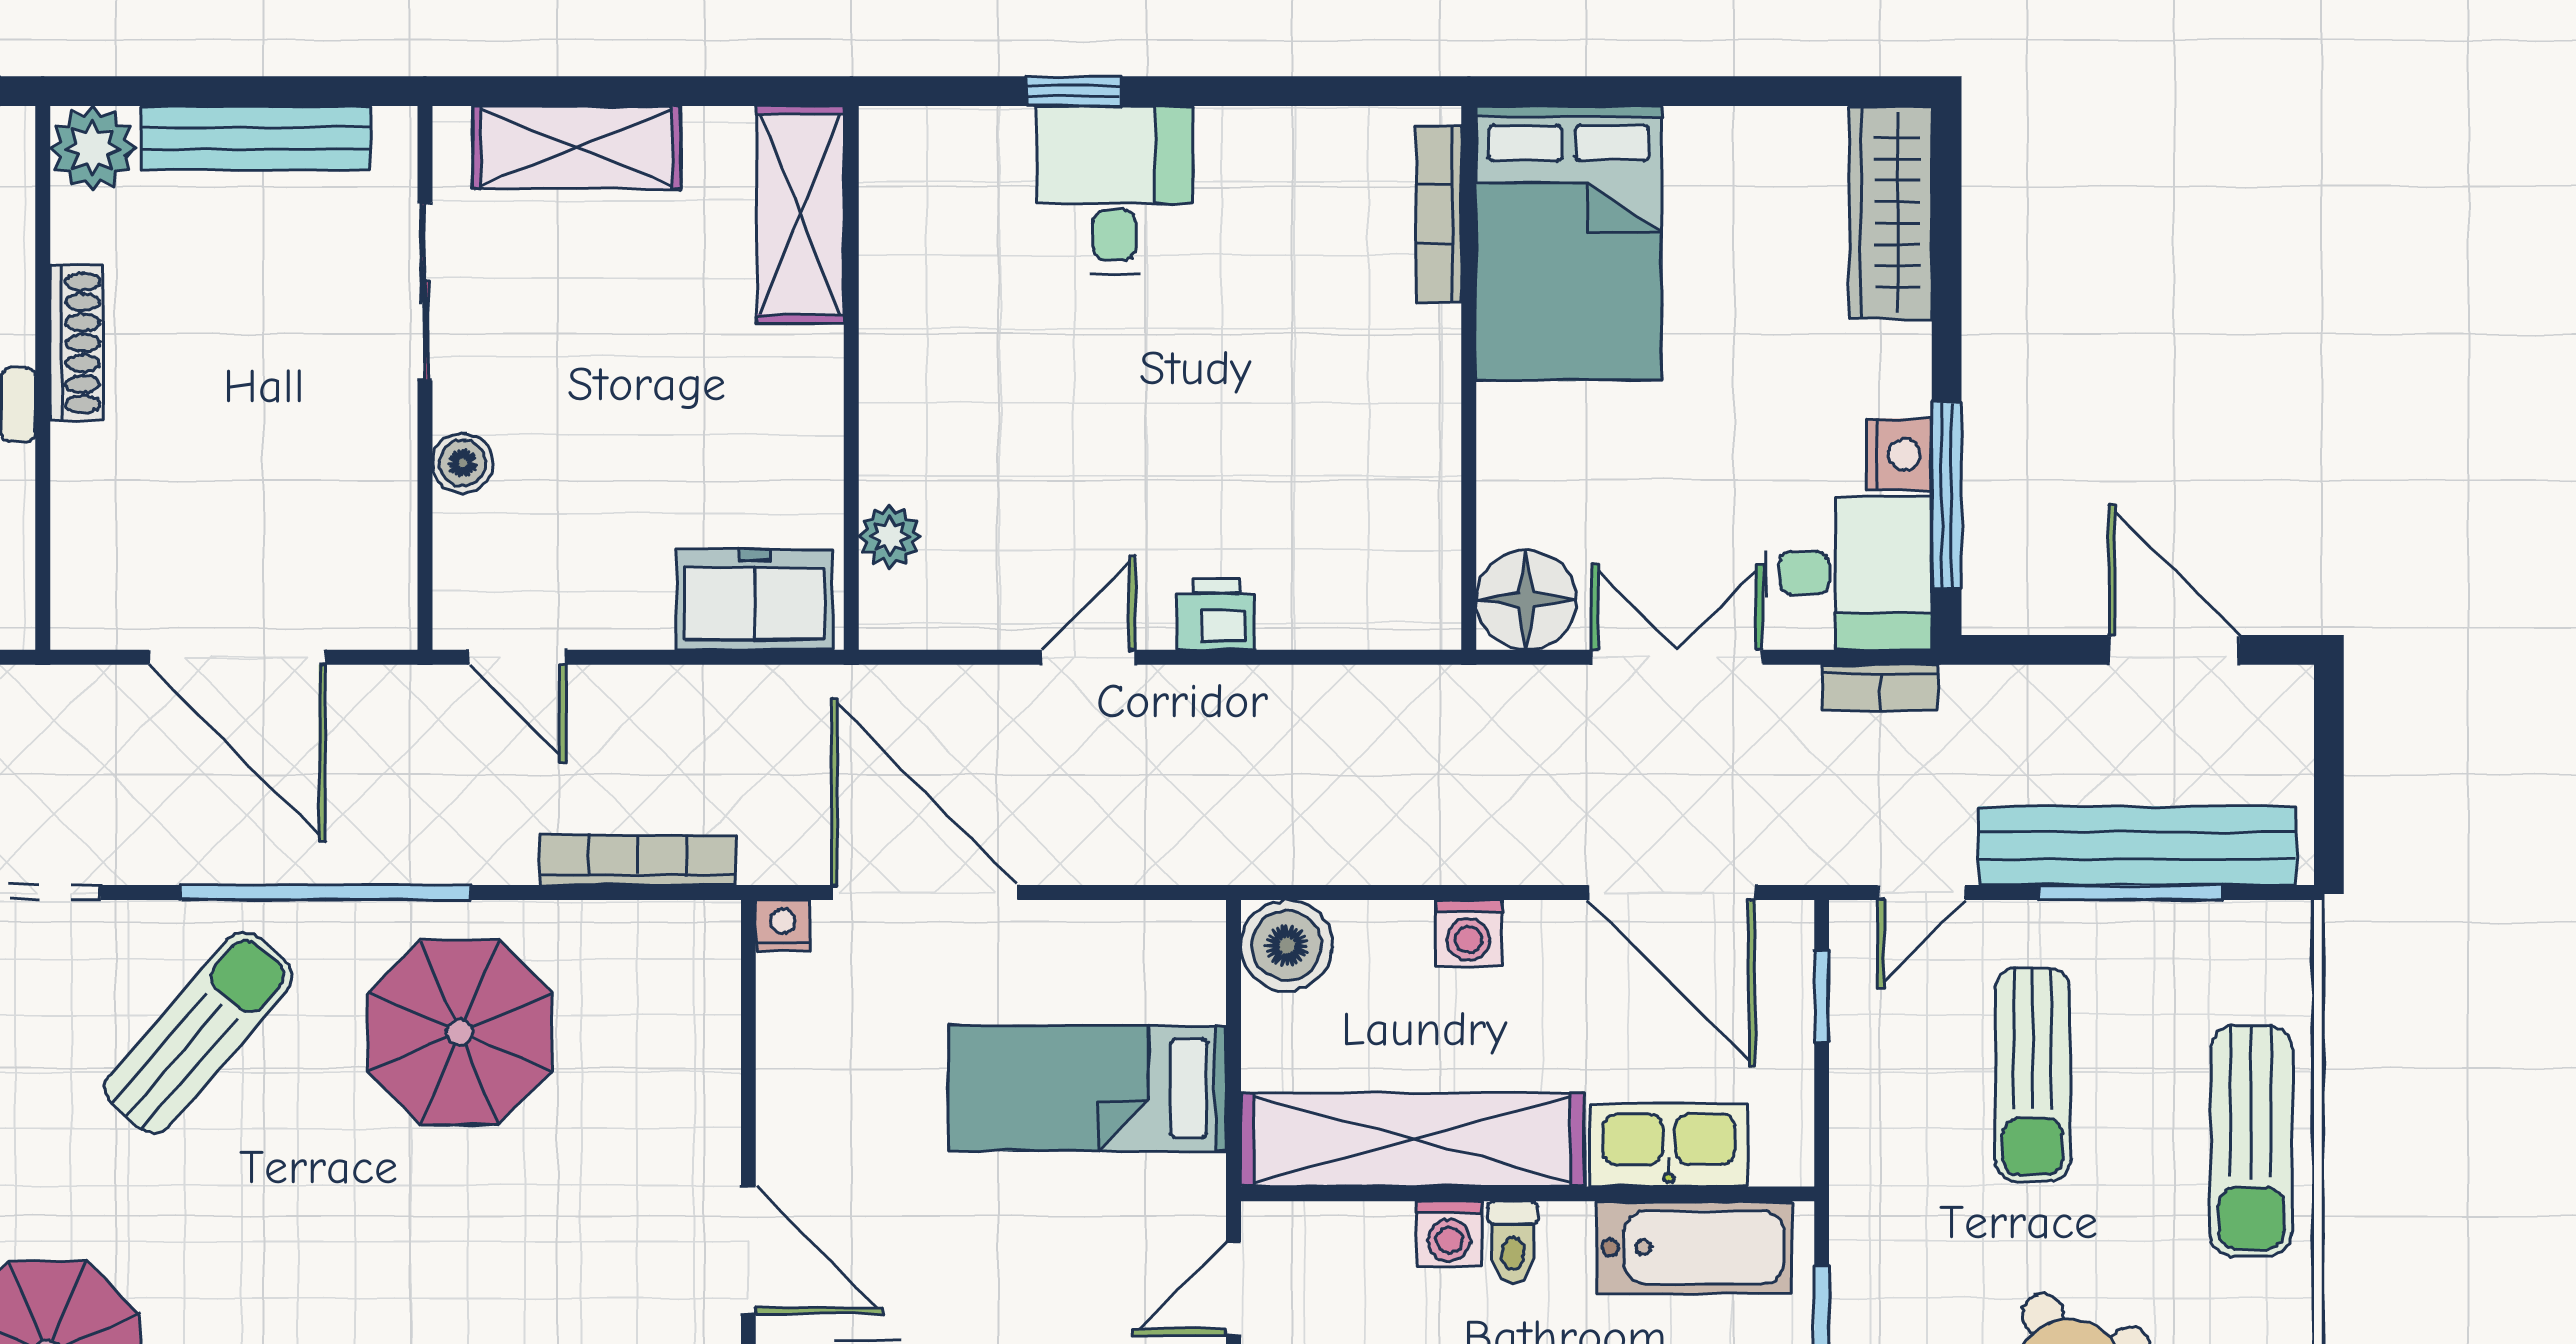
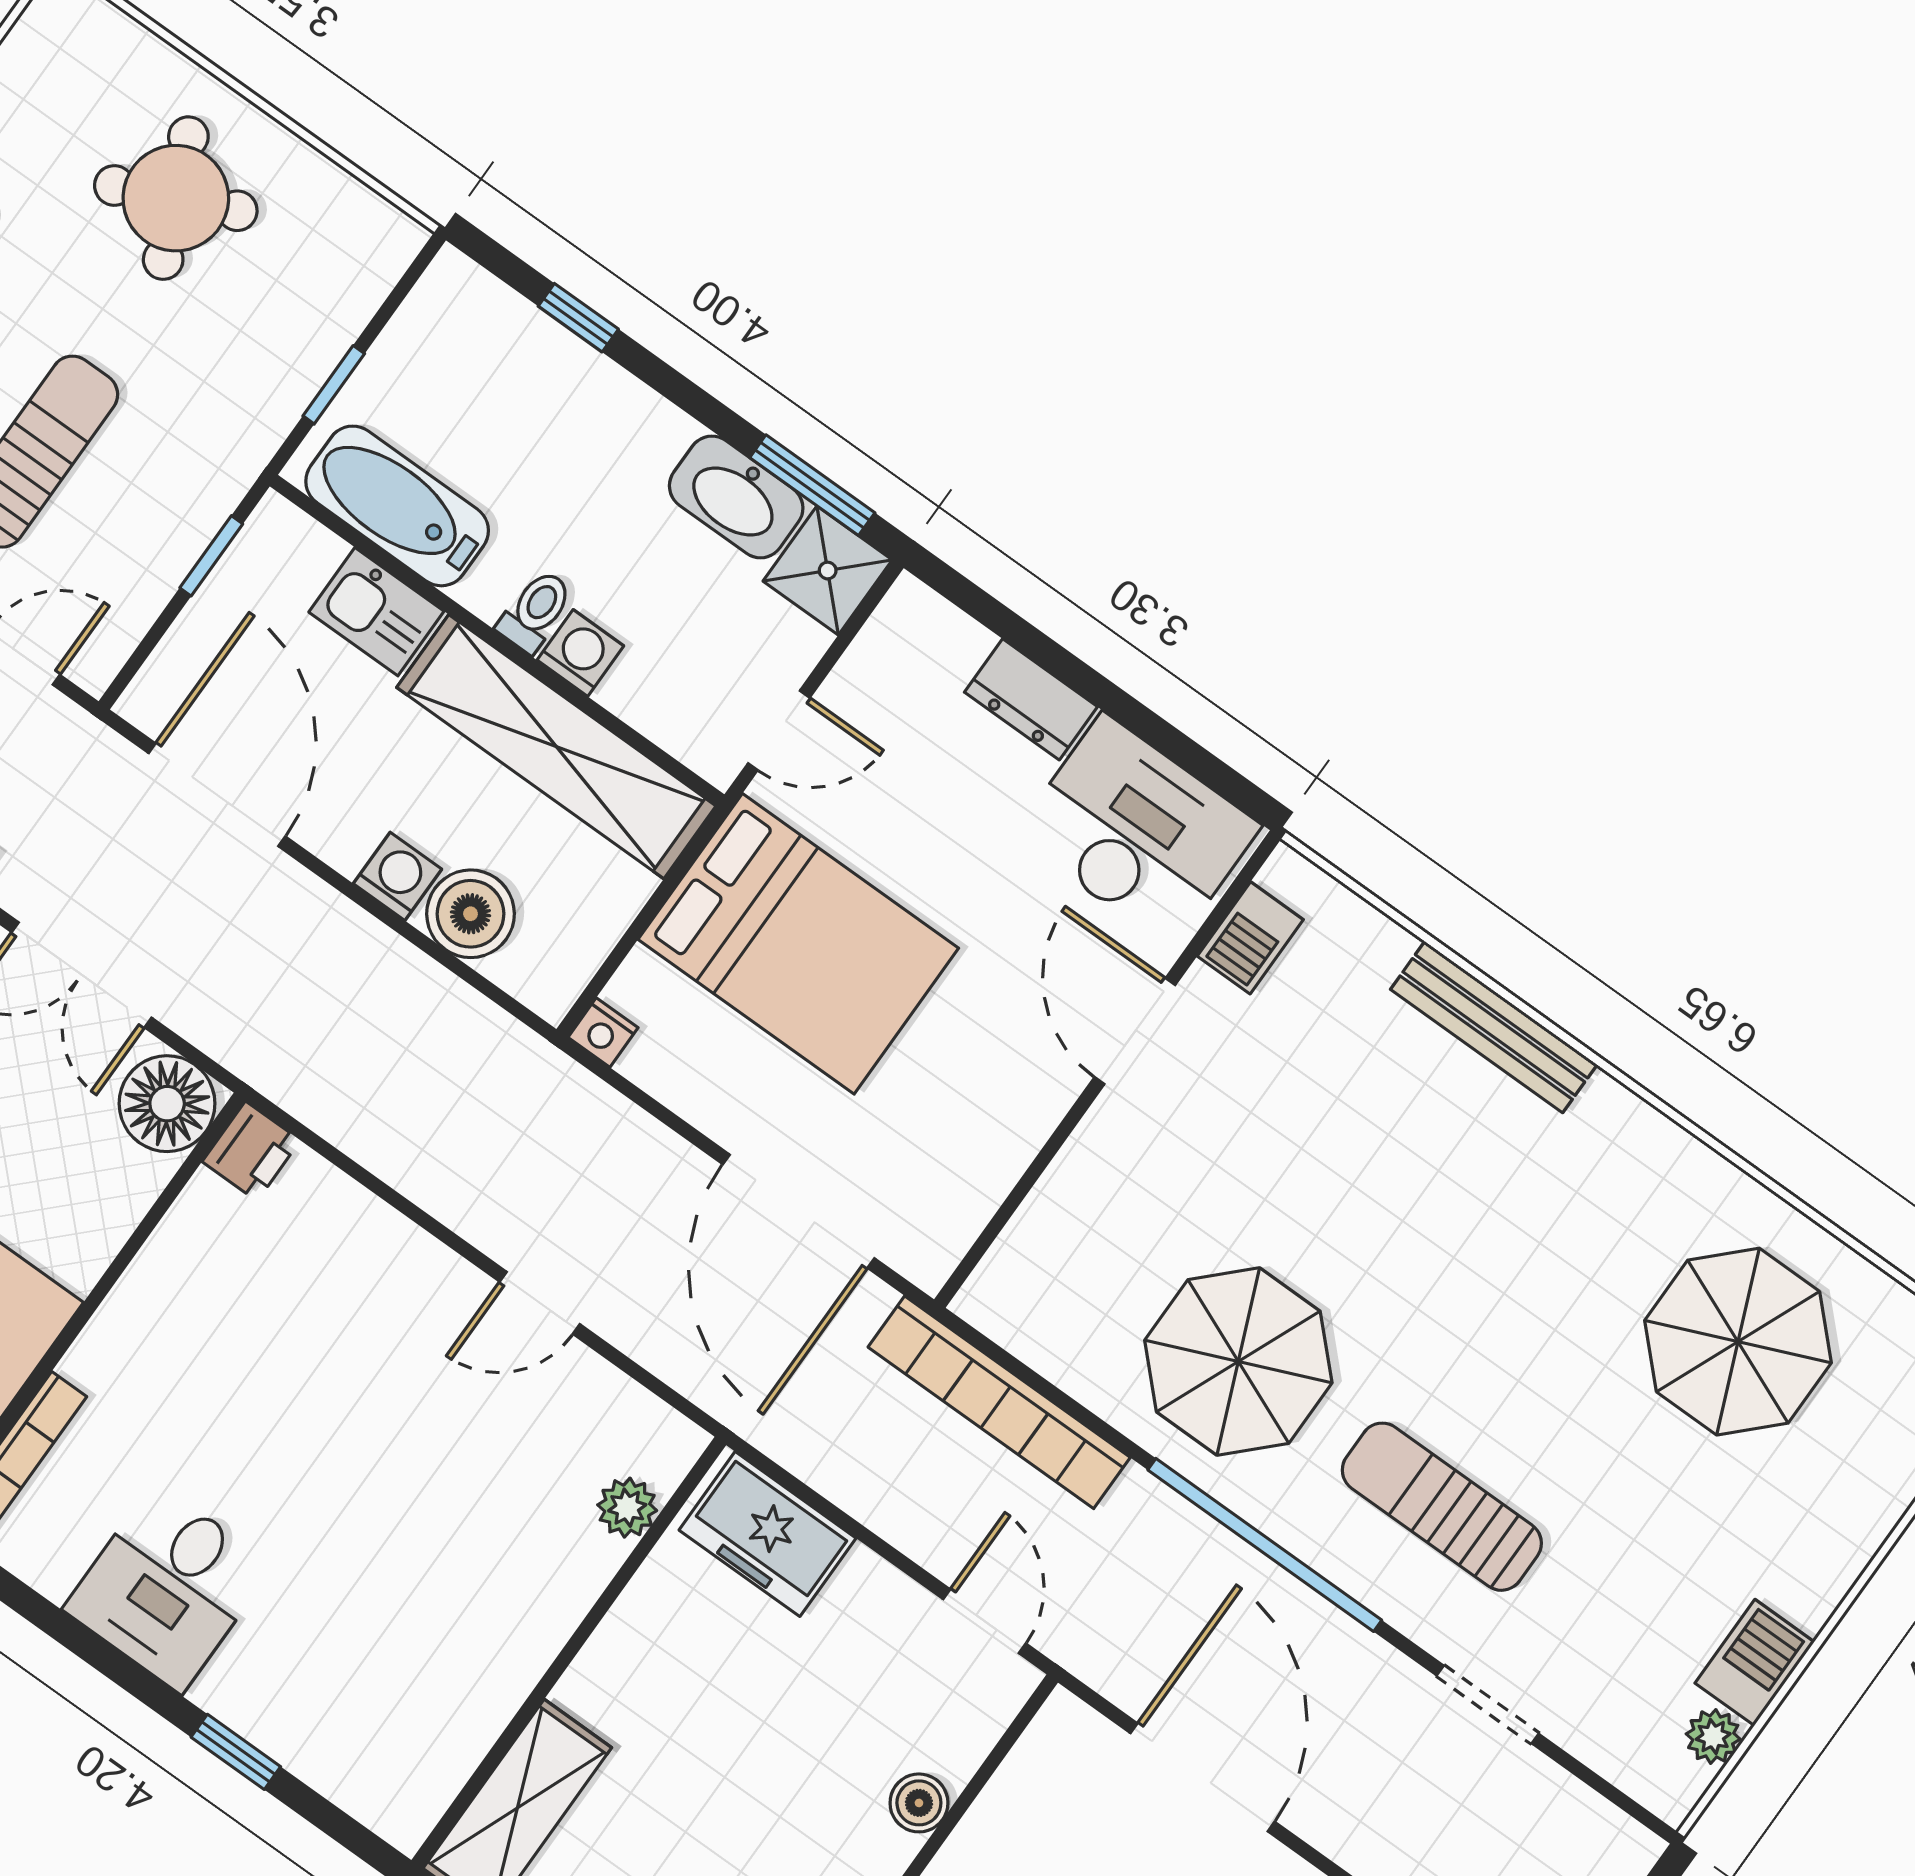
desk: (1115, 190) -> (168, 1588), moved
printer: (1216, 614) -> (251, 1151), moved, turned -90
bookcase: (638, 860) -> (999, 1402), width x1.48, depth x1.31
nightstand: (783, 925) -> (603, 1032), moved
boiler: (1287, 946) -> (471, 914), moved
window: (1822, 996) -> (211, 556), moved
sun lounger: (199, 1033) -> (1442, 1507), turned 49
bed: (1087, 1088) -> (798, 944), width x1.50
kitchen sink: (1669, 1145) -> (376, 612), width x0.73

